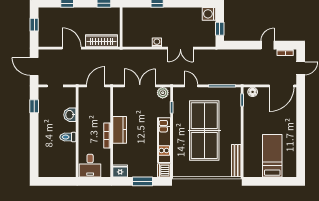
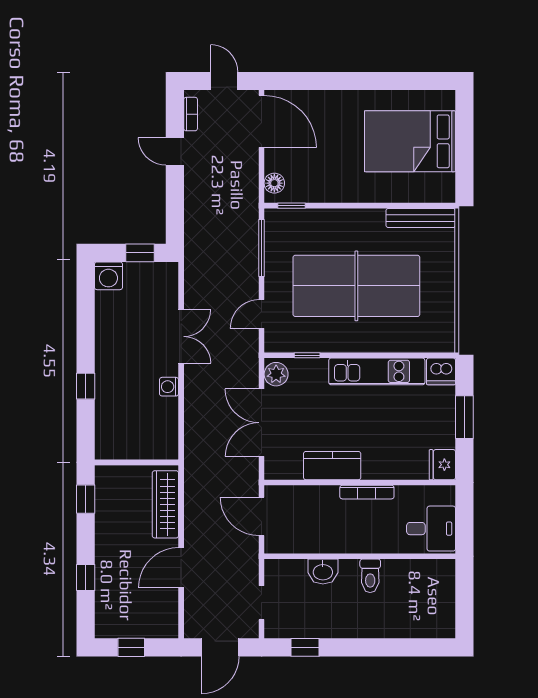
kitchen counter: (120, 130) -> (332, 466), moved
bed: (272, 156) -> (410, 141), width x1.50

